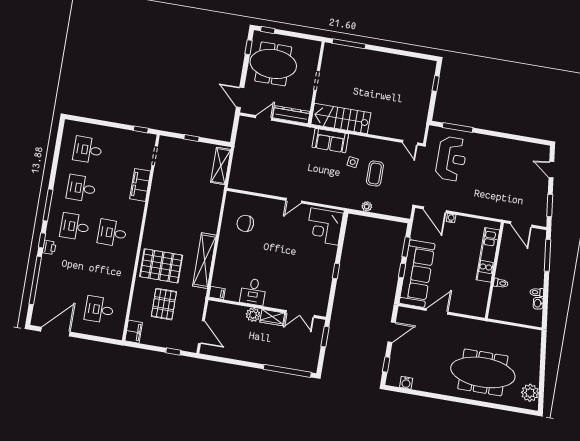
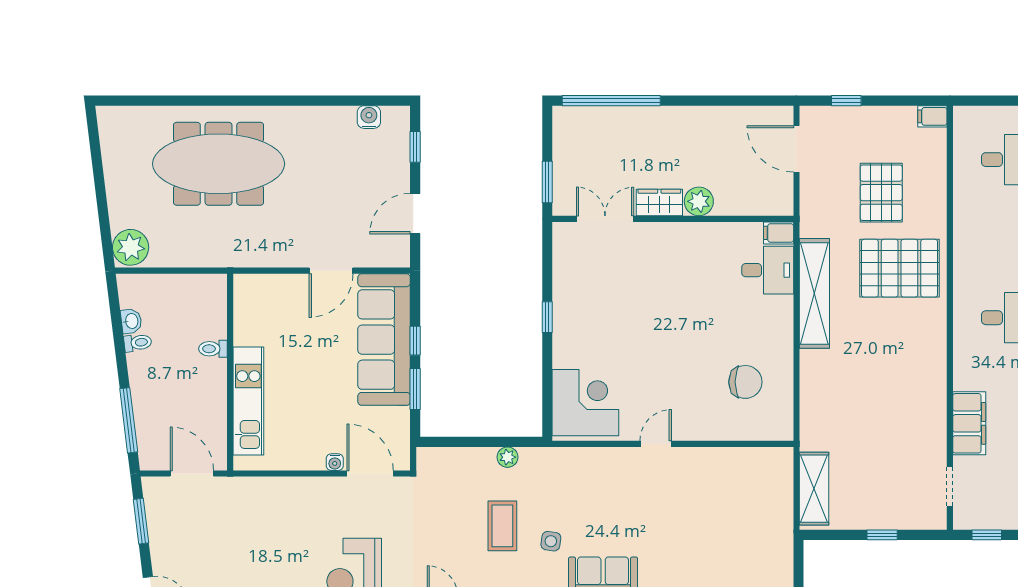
desk: (253, 292) -> (768, 270), moved, turned 90
filing cabinet: (134, 332) -> (932, 116), width x0.50
plant: (530, 393) -> (131, 247), moved

